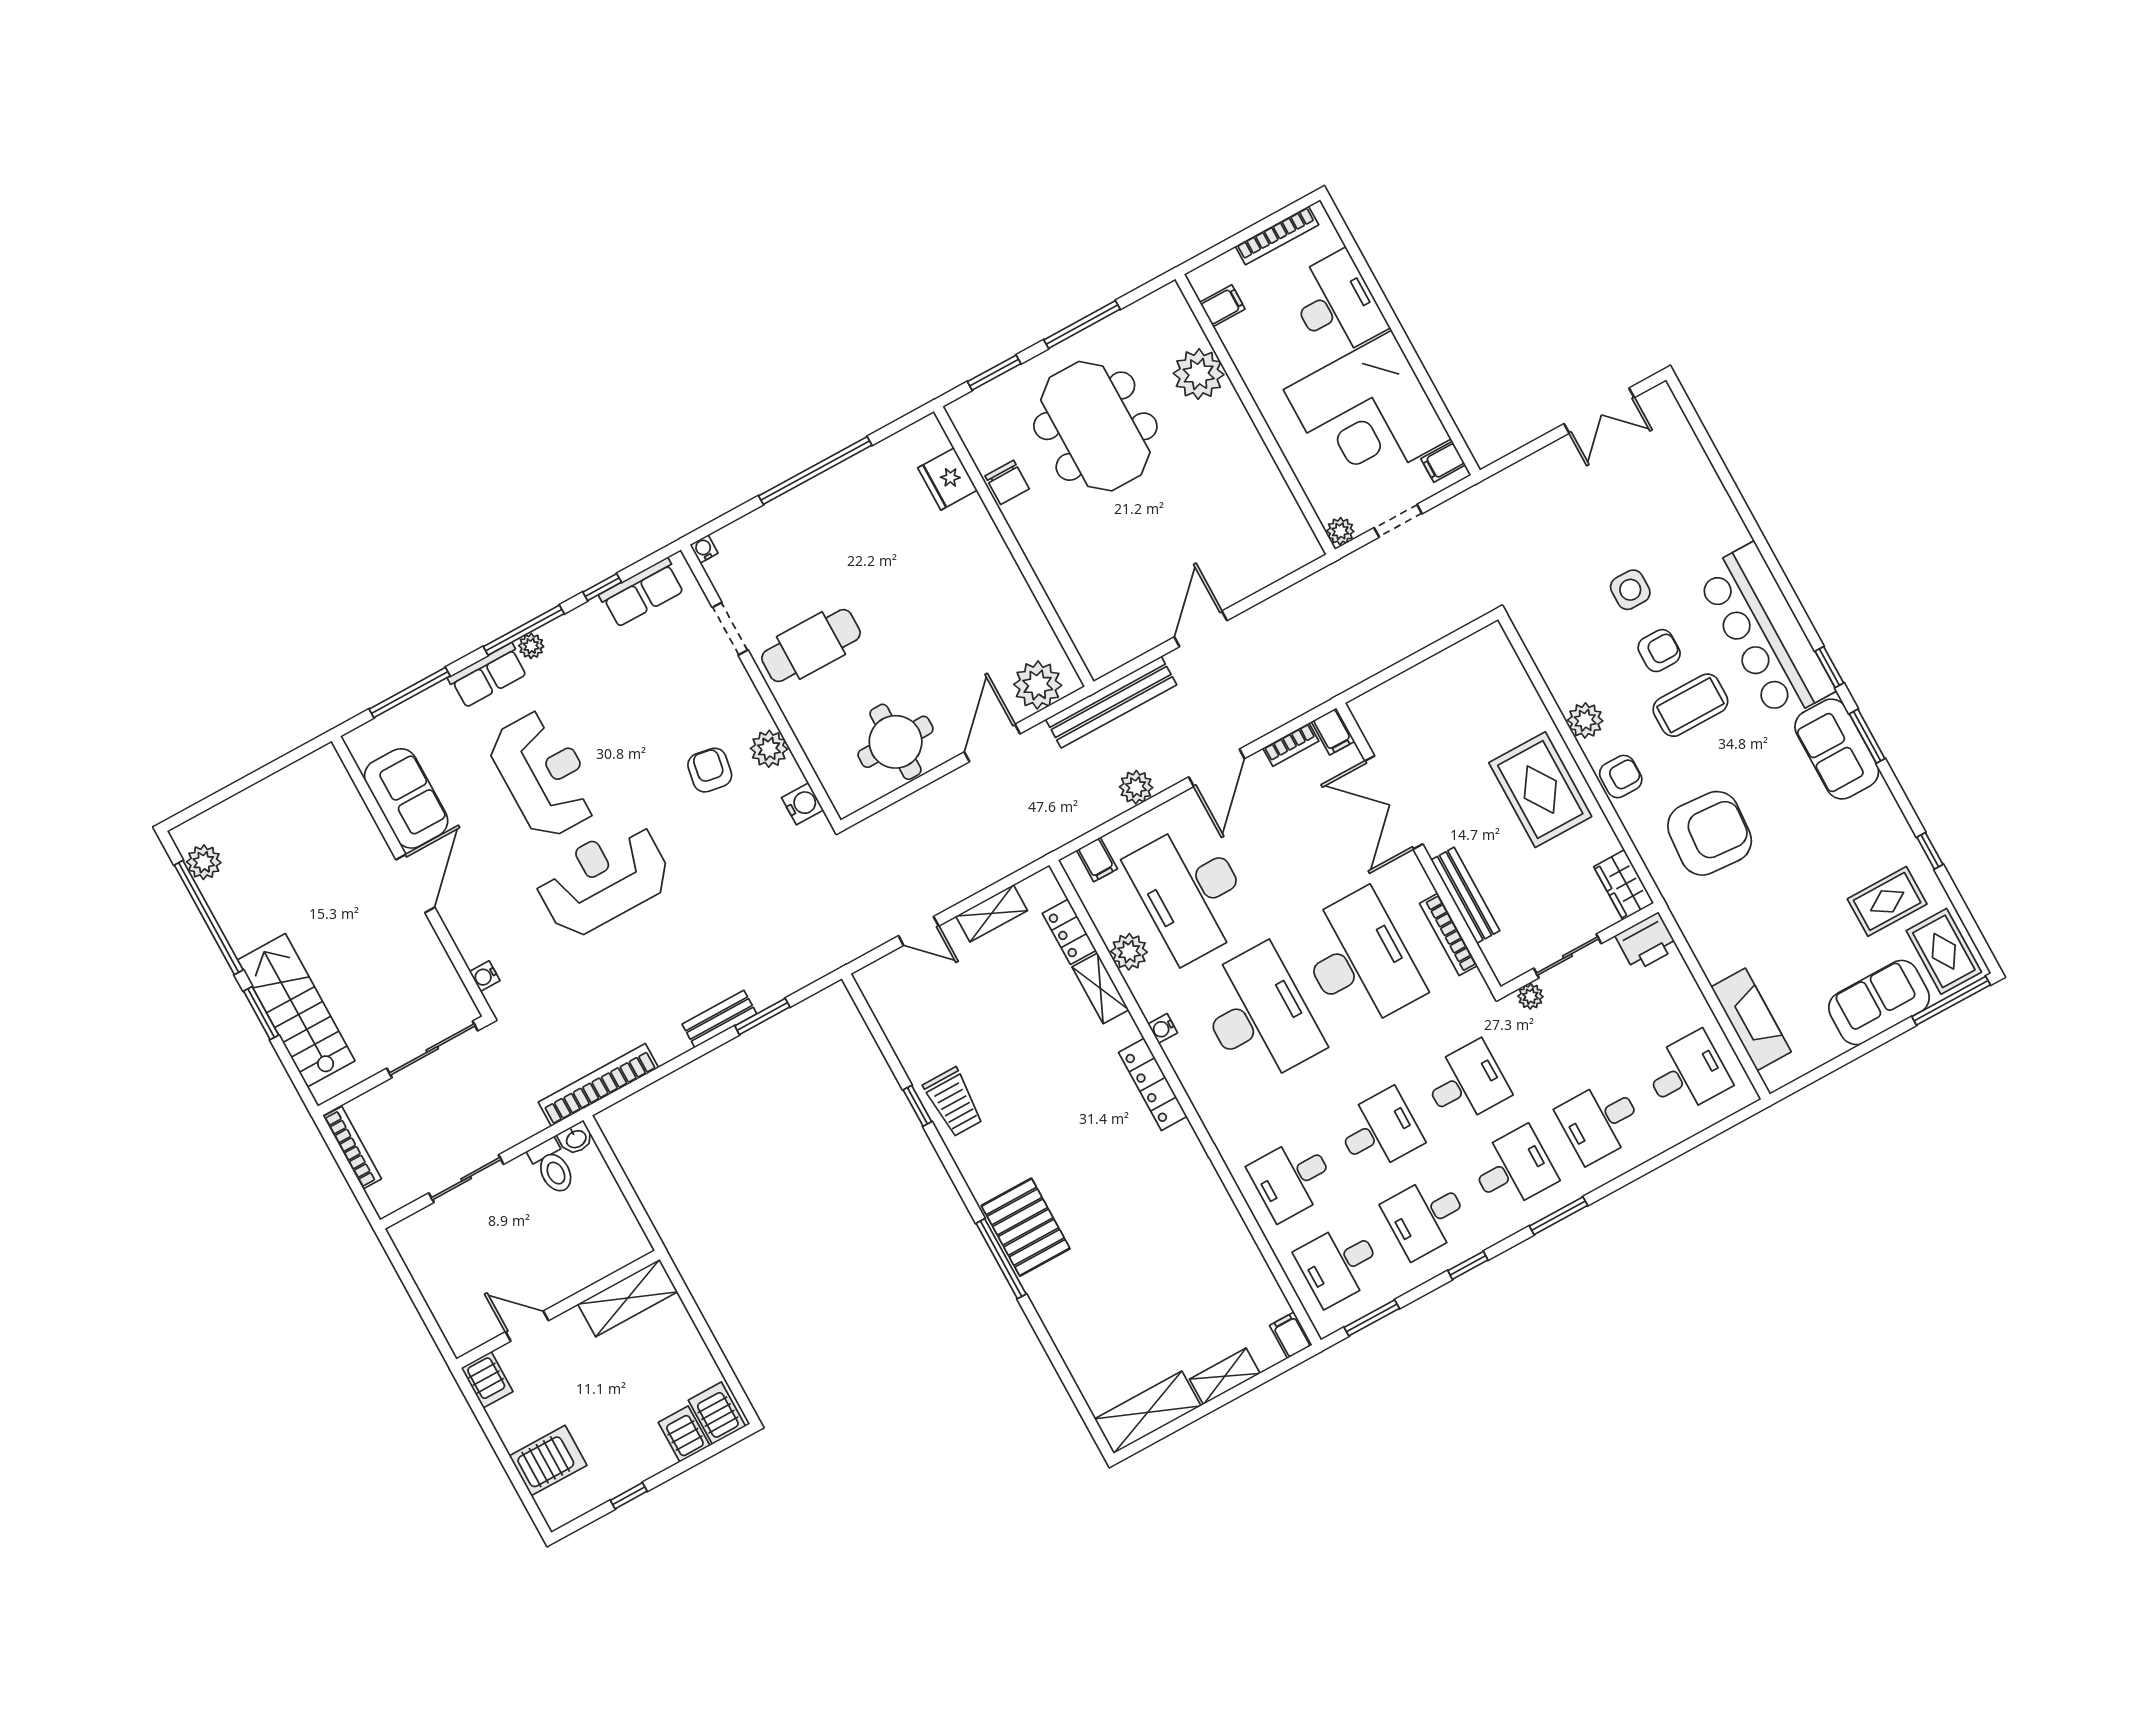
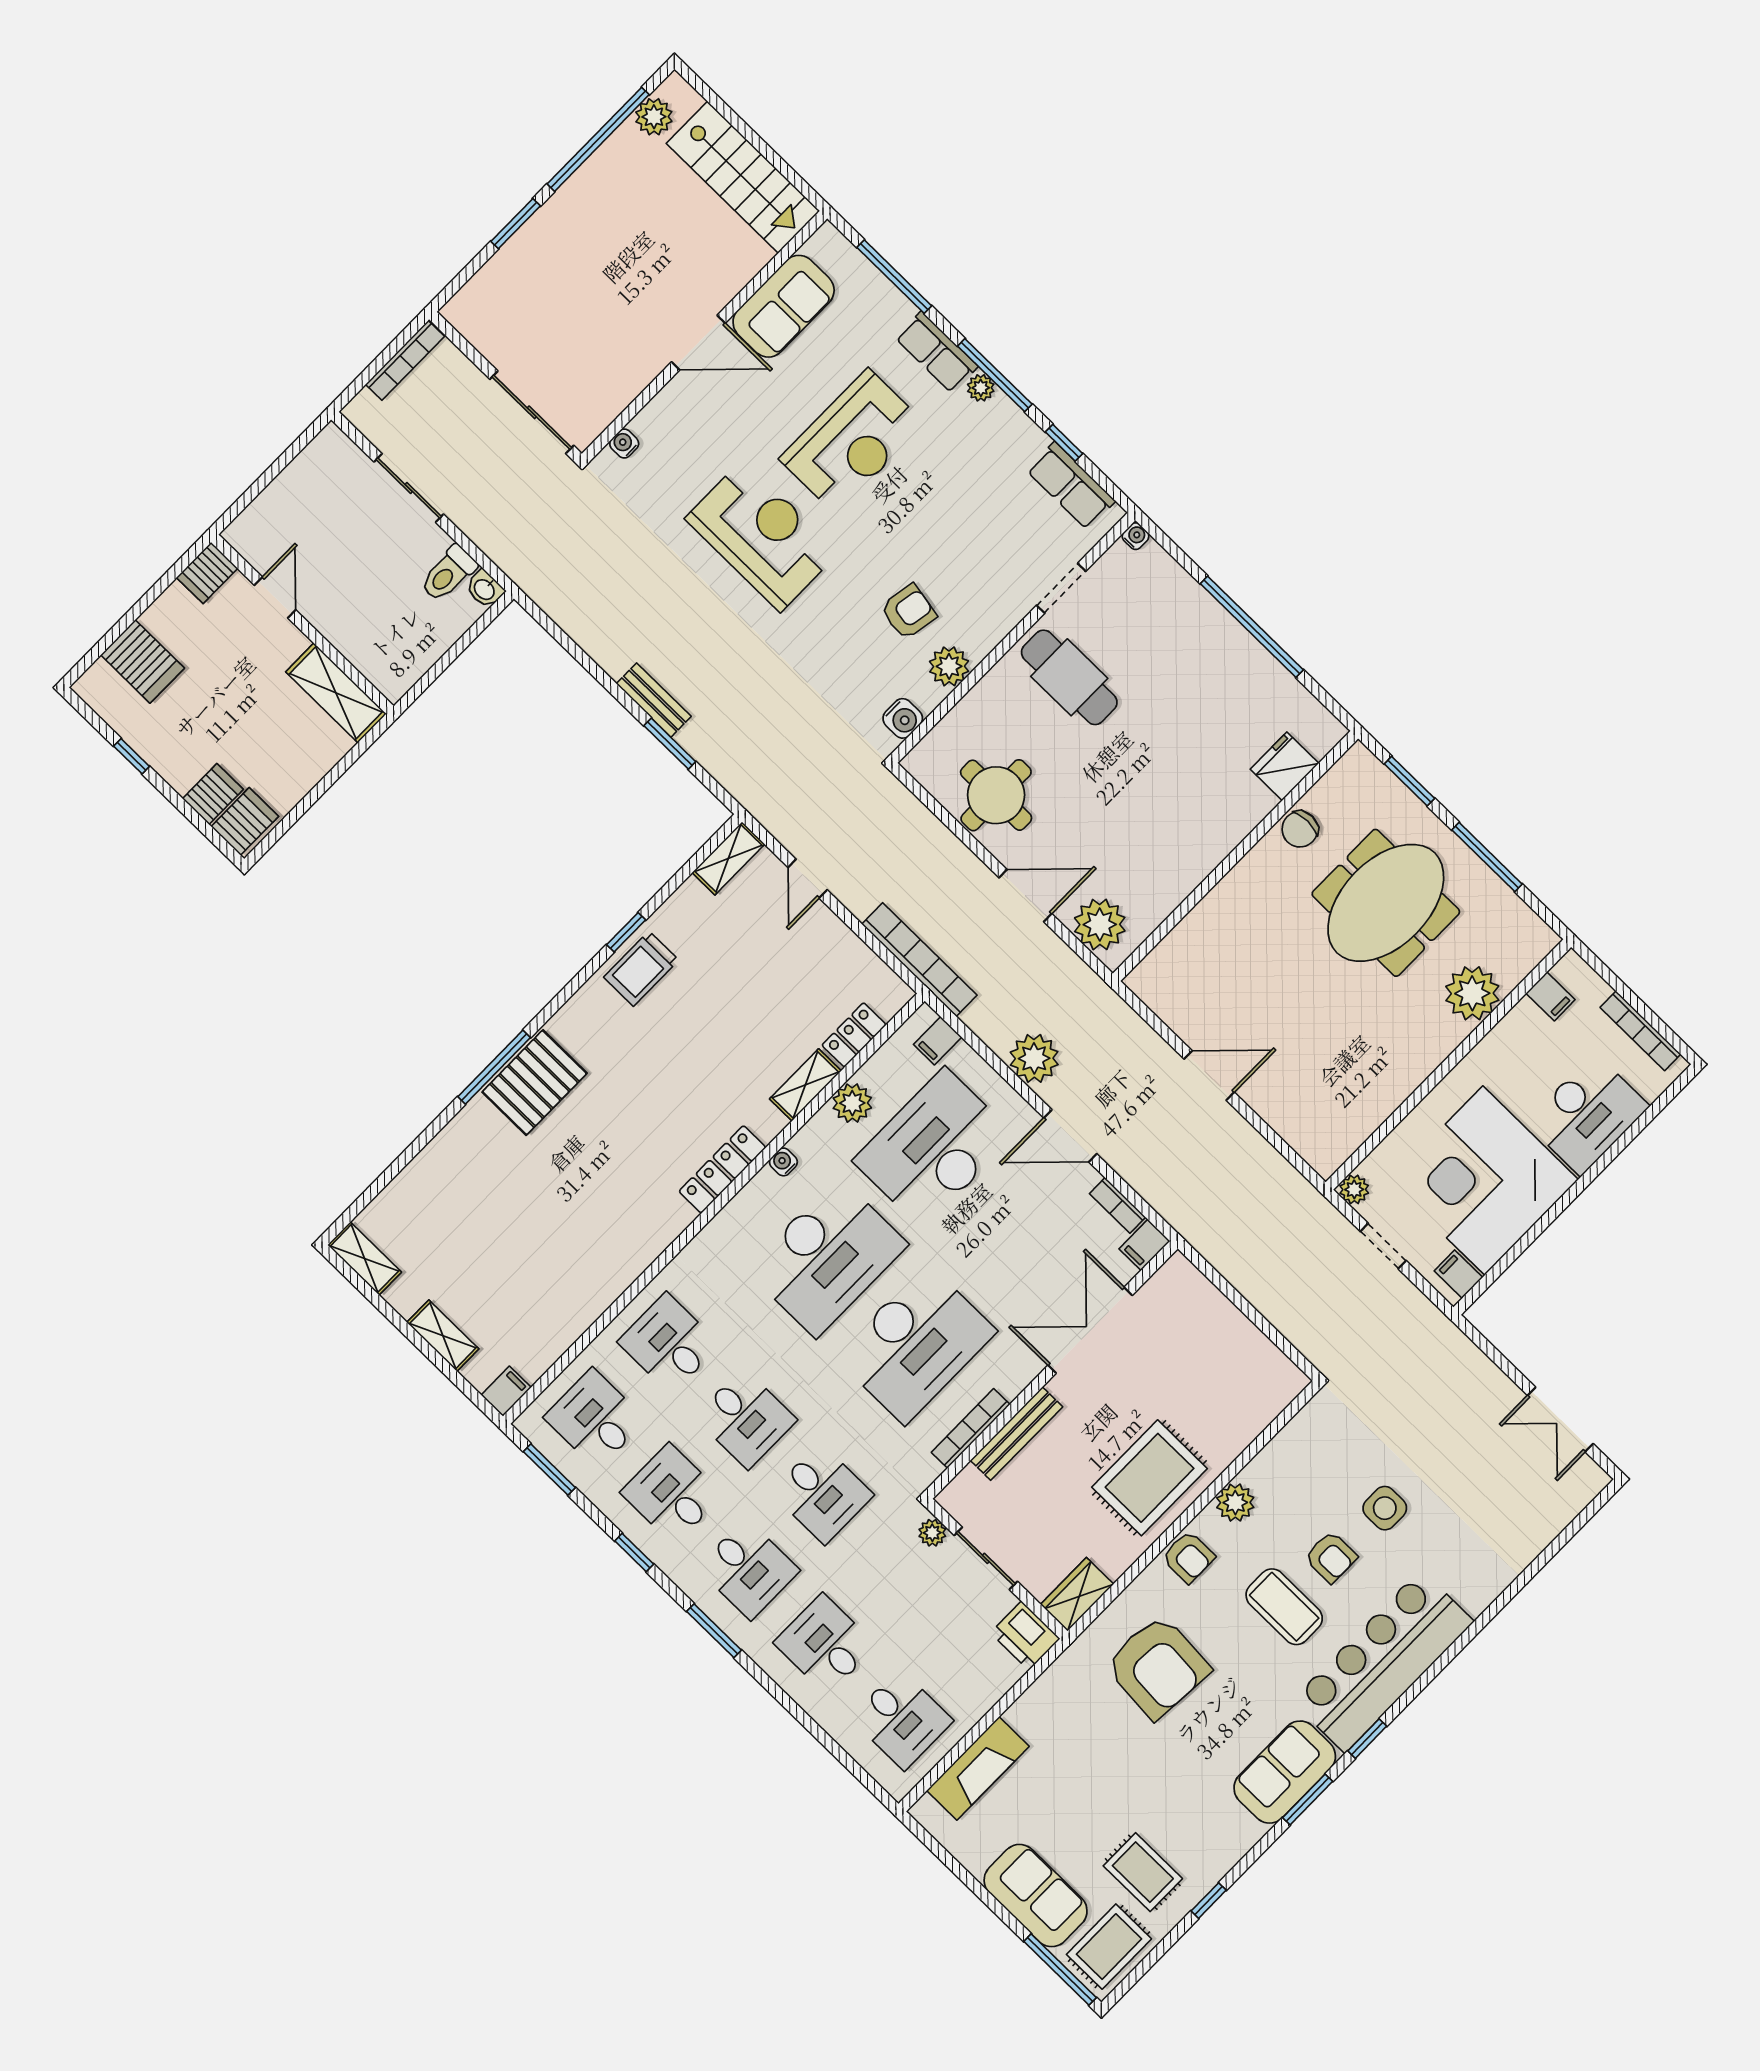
bench: (1111, 702) -> (1105, 1006), removed
plant: (1136, 787) -> (1034, 1058), width x1.36, depth x1.36
shelving: (992, 913) -> (728, 858), moved, turned 90
stairs: (296, 1010) -> (743, 177), moved, turned 90
bookcase: (598, 1085) -> (919, 960), moved
shelving: (1148, 1412) -> (365, 1258), width x0.67, depth x0.75

